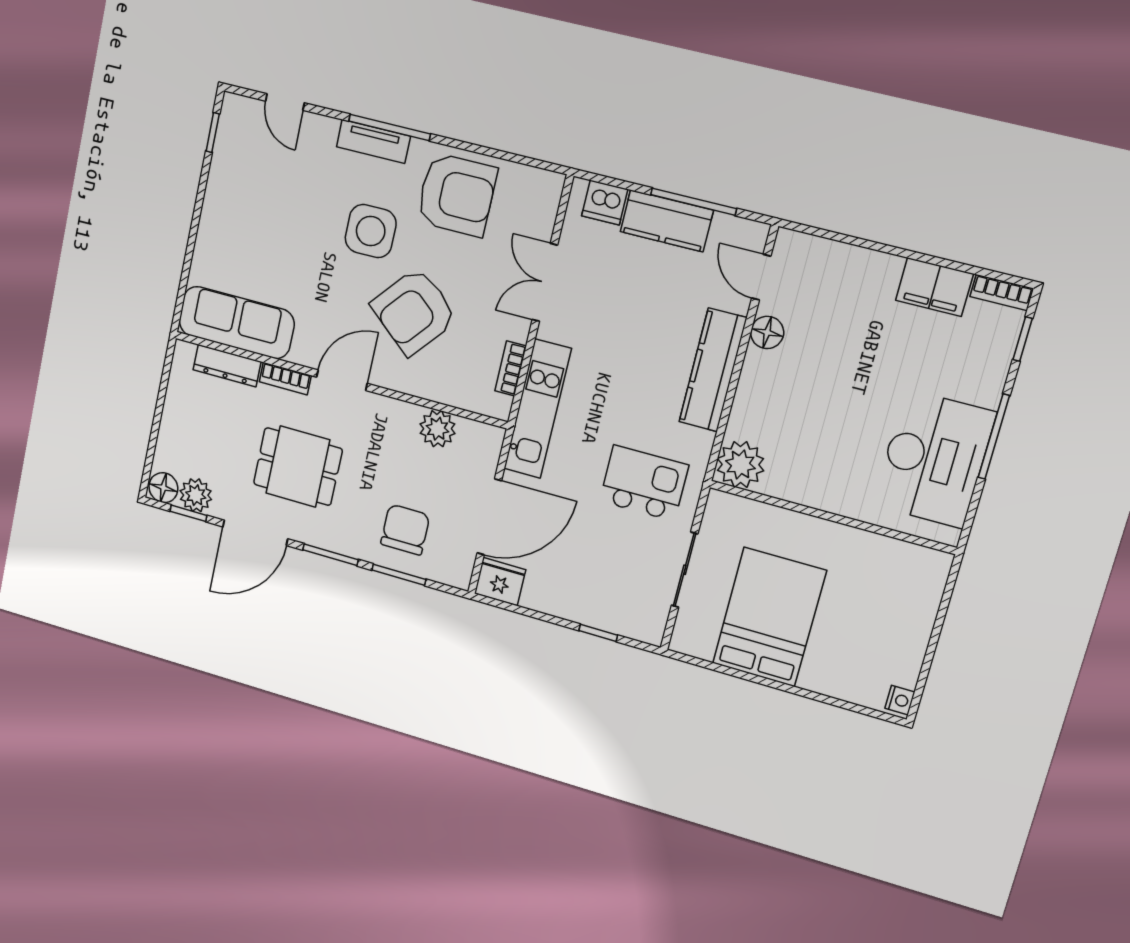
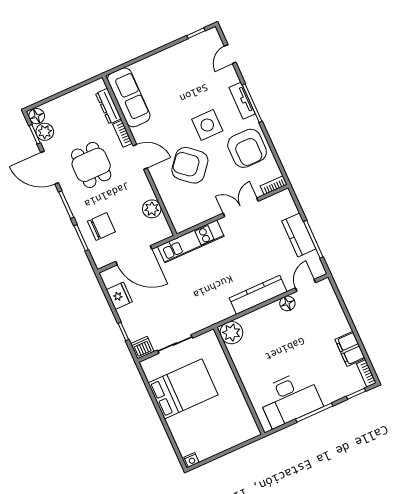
dishwasher: (605, 203) -> (142, 348), moved, turned 90
bookcase: (511, 368) -> (274, 185), moved
kitchen island: (644, 483) -> (195, 303), removed
fridge: (500, 582) -> (119, 296), moved

